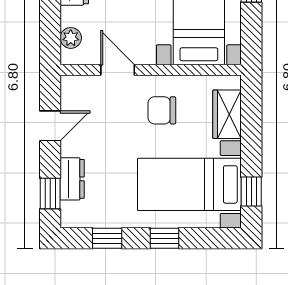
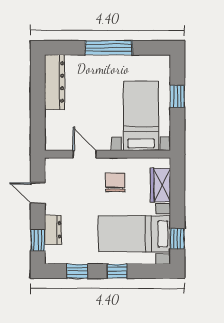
plant: (71, 38) -> (52, 132), removed
chair: (162, 110) -> (115, 182), turned 90
door: (50, 126) -> (38, 193), swing flipped

